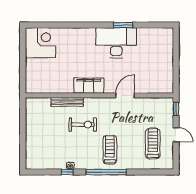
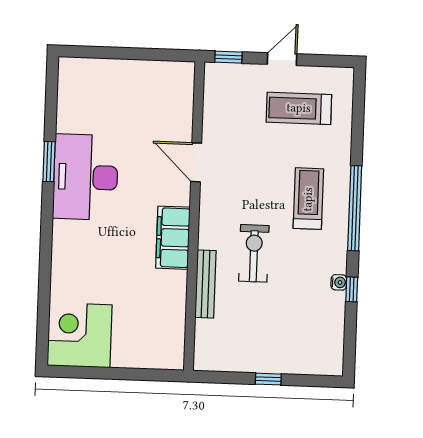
window: (23, 134) -> (268, 379), added
treadmill: (110, 150) -> (308, 199), turned 90

